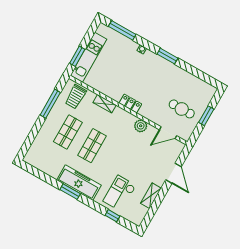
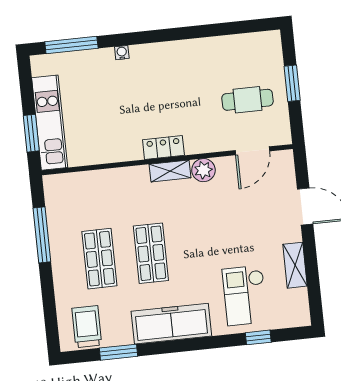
window: (167, 56) -> (168, 35), removed
trolley: (76, 97) -> (87, 327), moved, turned 180
shelving: (105, 104) -> (170, 171), moved
window: (70, 192) -> (119, 352), moved

